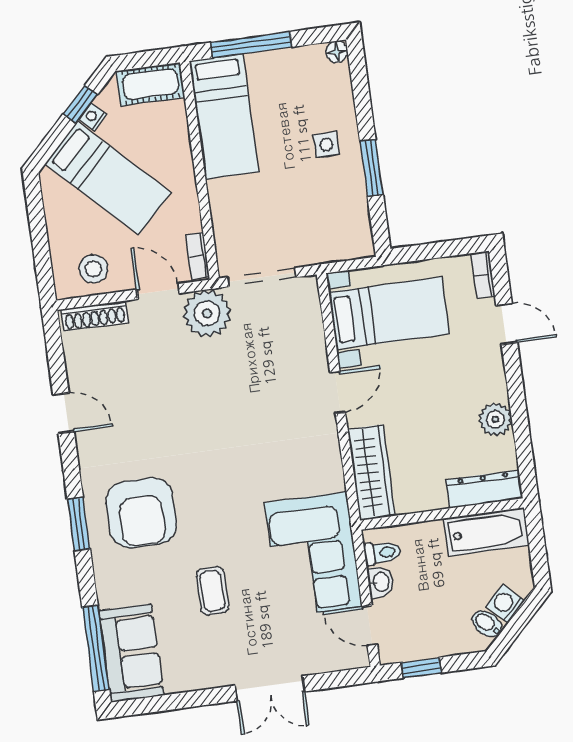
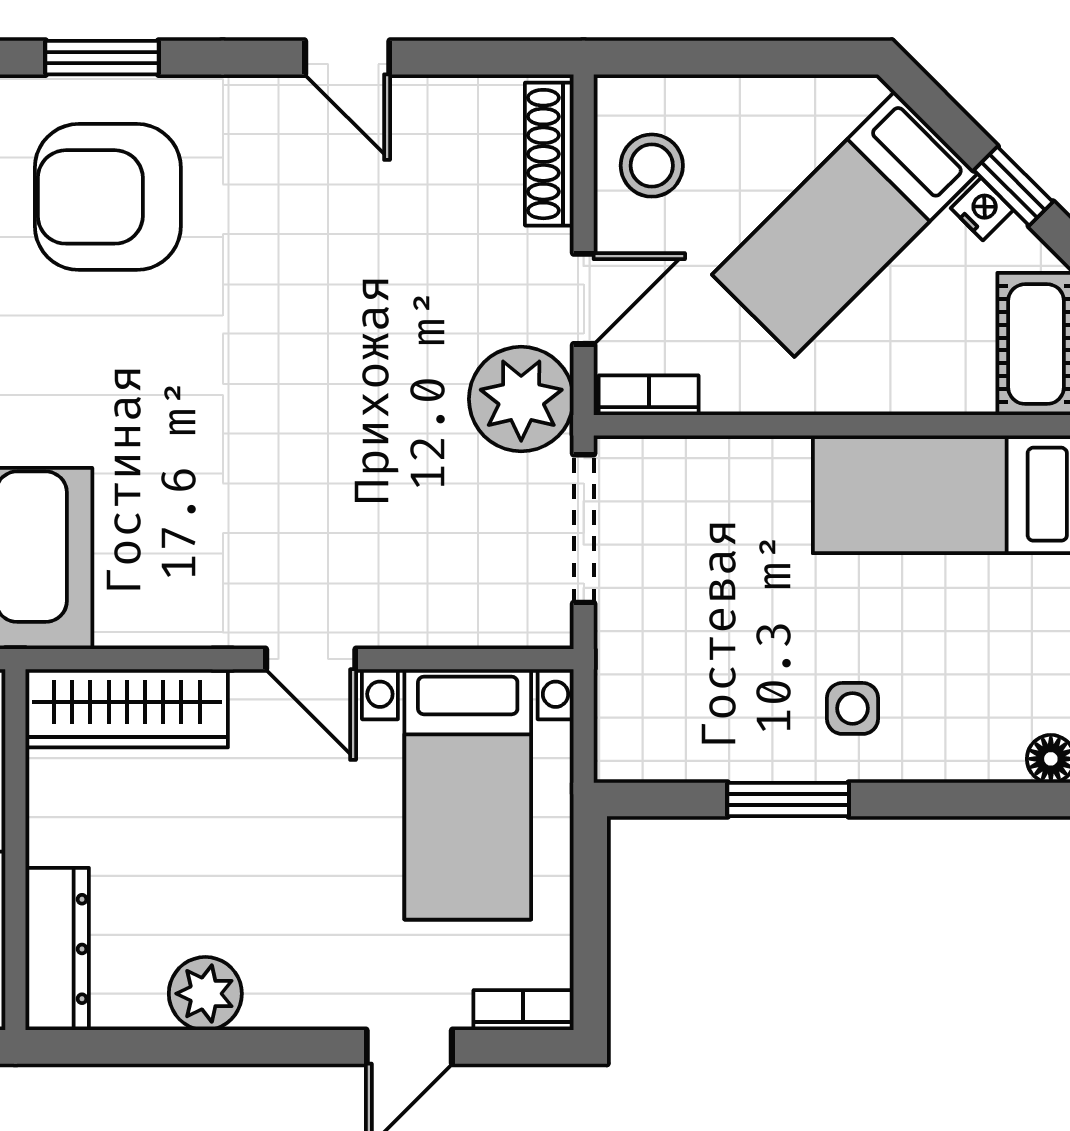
door: (64, 413) -> (347, 58), hinge flipped

